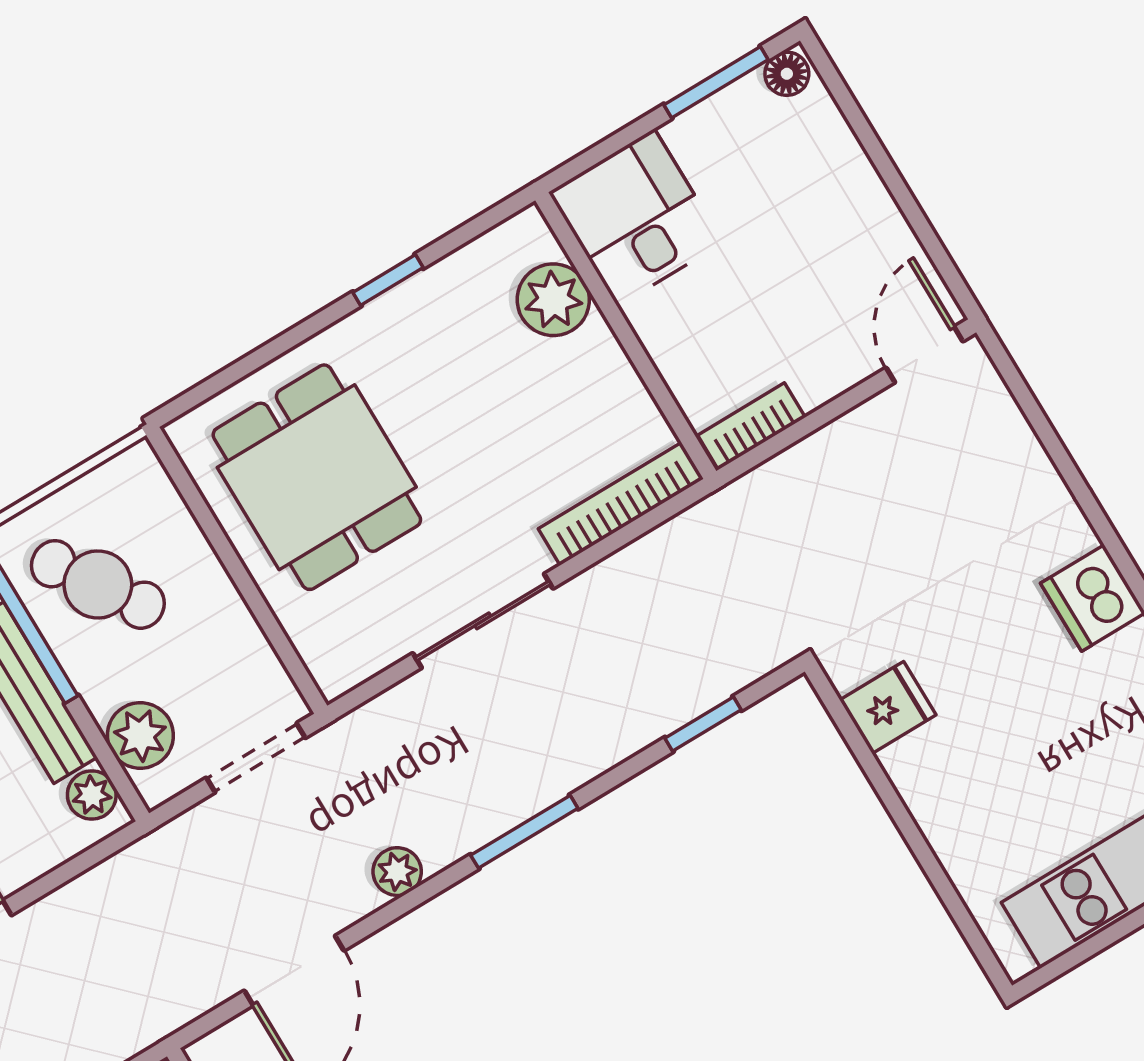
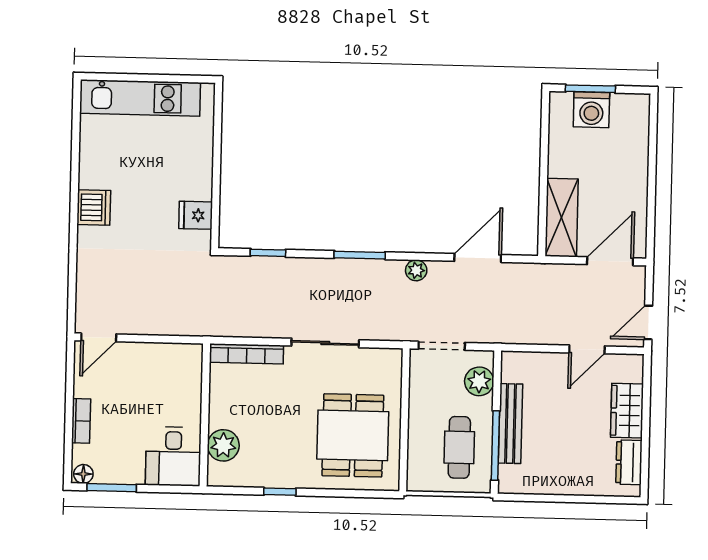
bookcase: (751, 426) -> (81, 421), moved, turned -90
cafe table: (98, 584) -> (459, 447), turned 34
plant: (92, 795) -> (511, 371), removed

